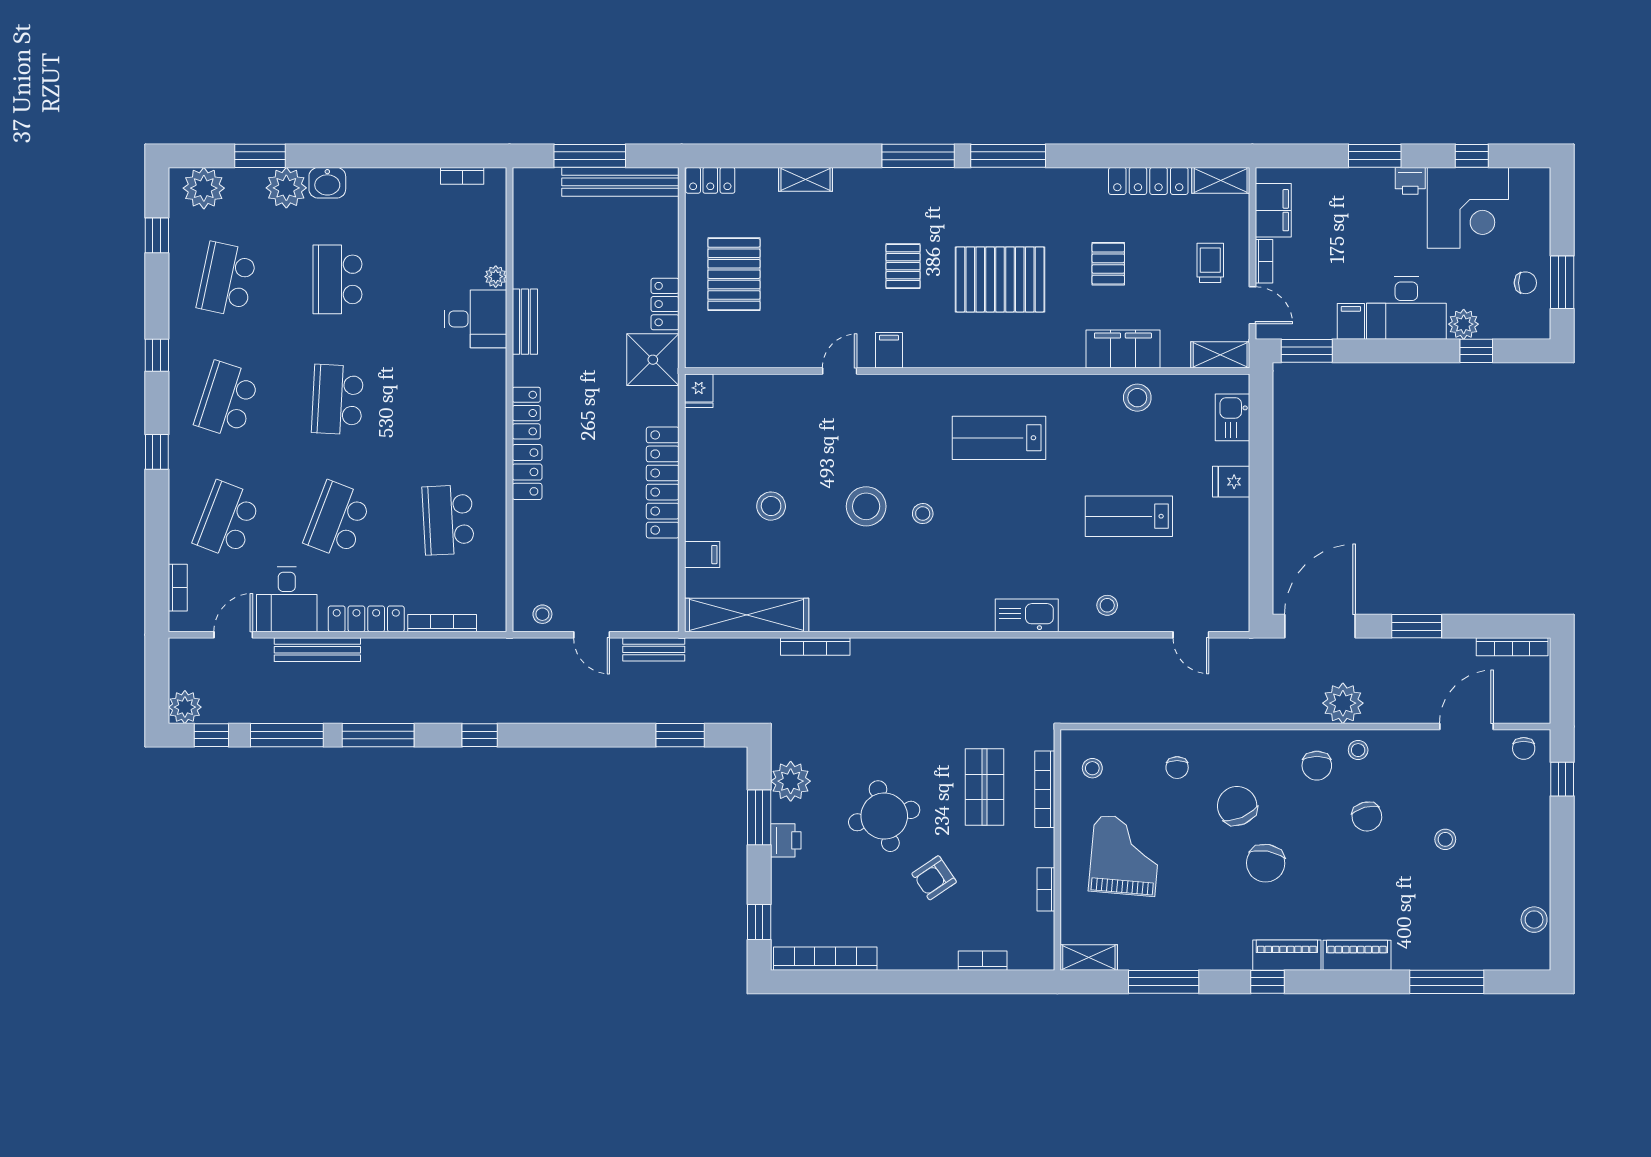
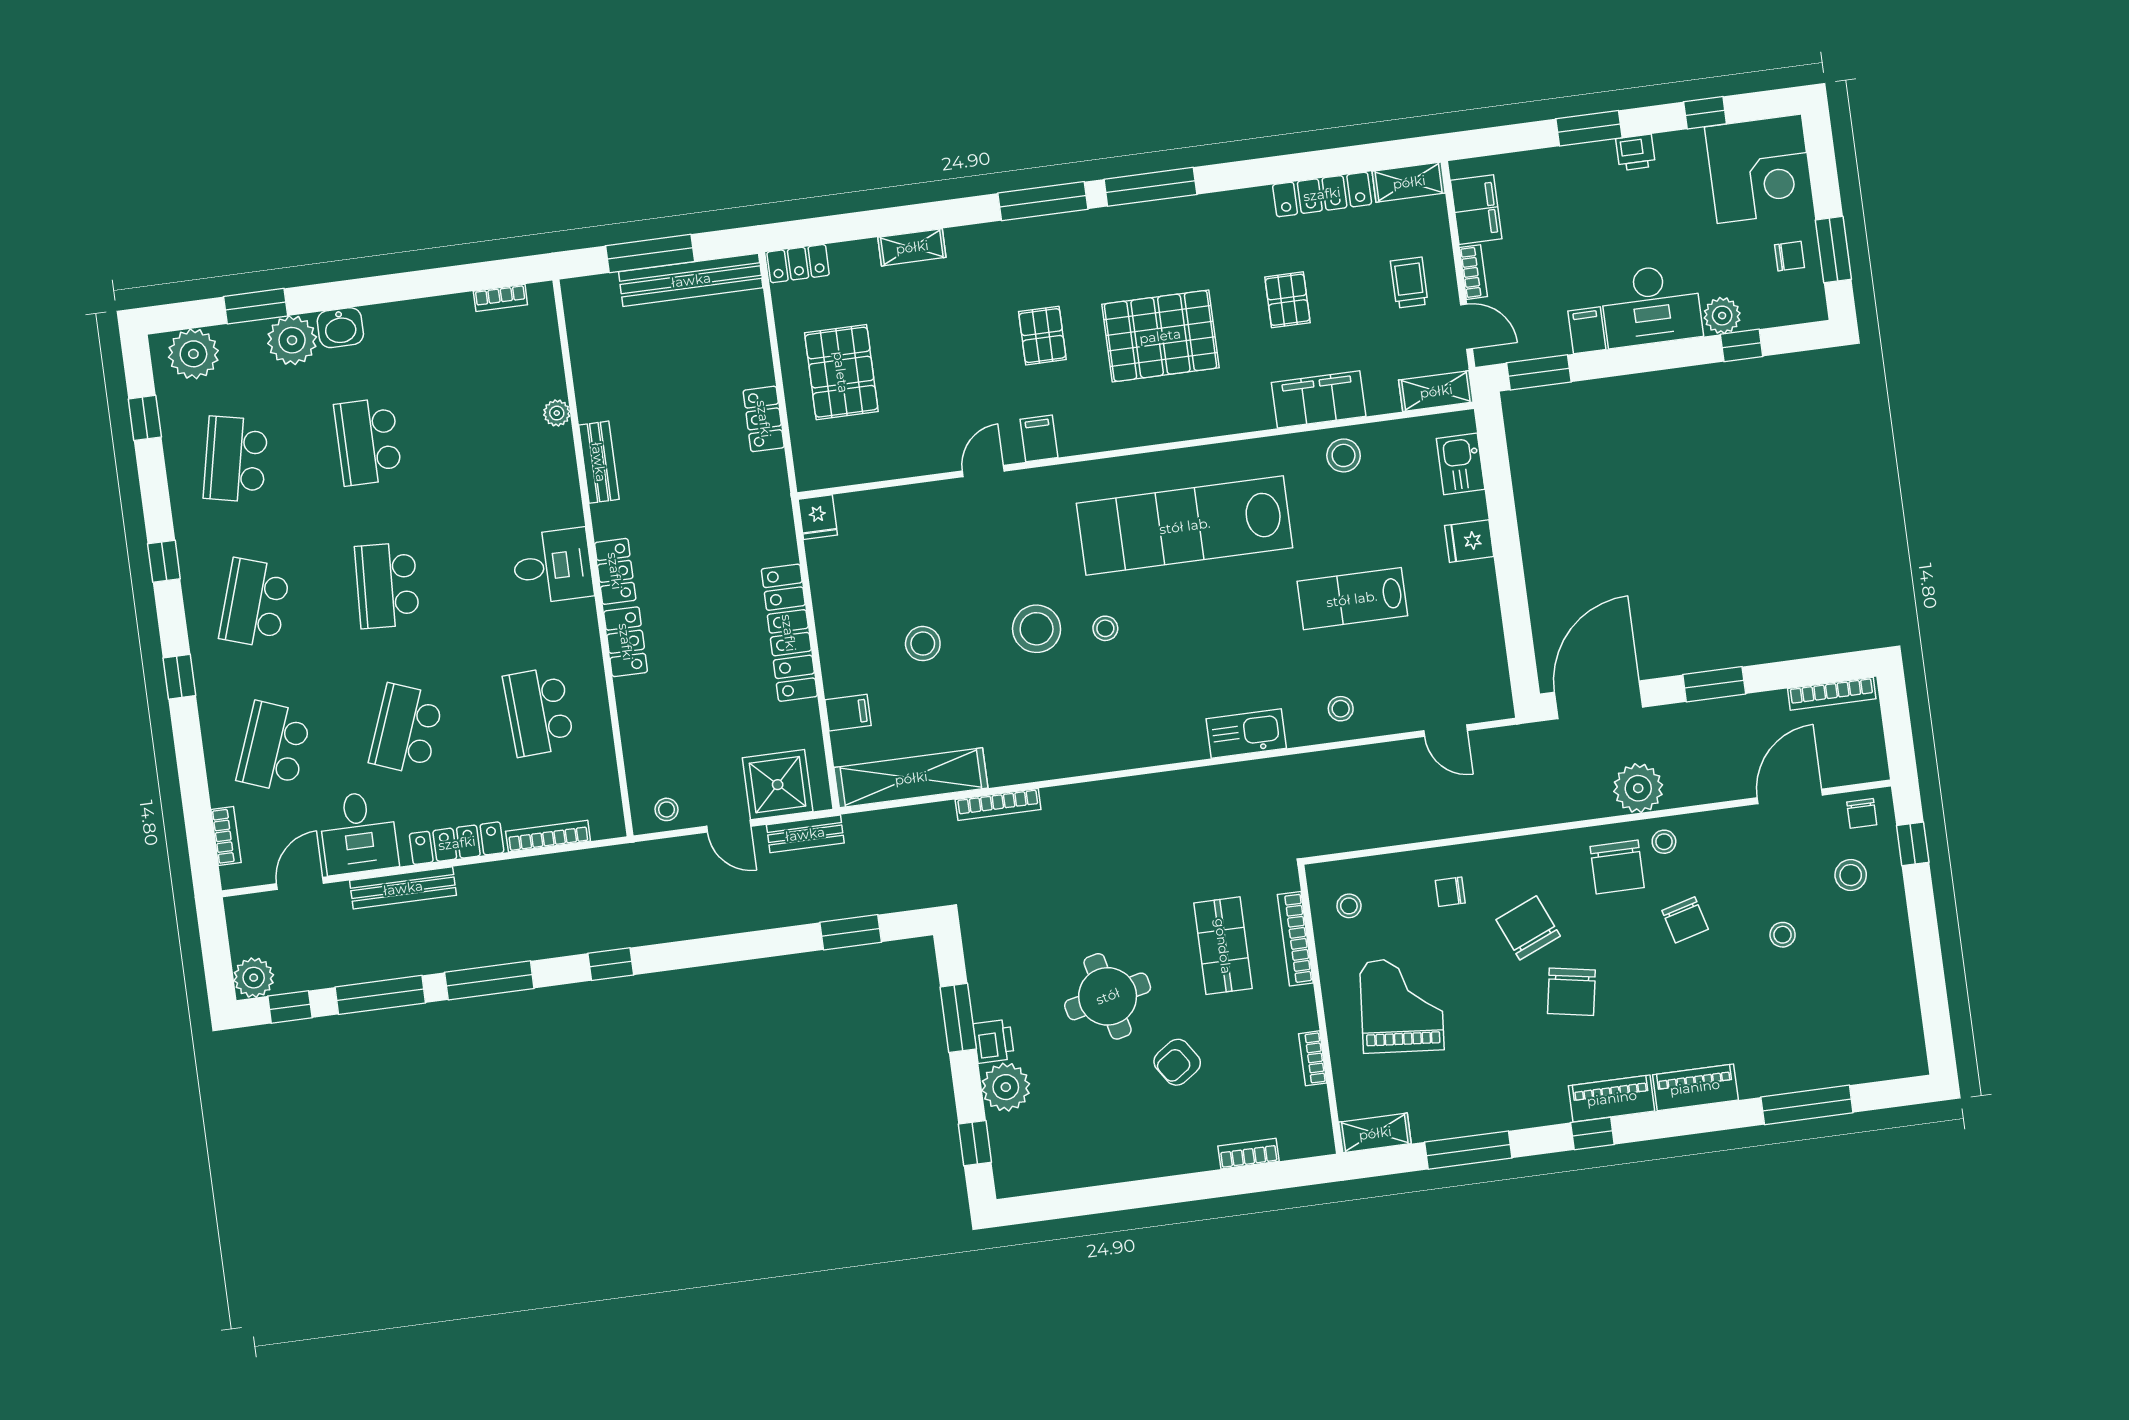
corner desk: (1468, 208) -> (1759, 169), moved
desk: (475, 319) -> (552, 566), moved
shower: (653, 360) -> (778, 785), moved
lab bench: (999, 438) -> (1185, 526), width x1.86, depth x1.39
chair: (1317, 766) -> (1617, 867), width x1.37, depth x1.37
chair: (1177, 768) -> (1450, 892), turned 90
plant: (791, 781) -> (1006, 1087), moved
stool: (1534, 920) -> (1851, 875), moved
bookcase: (825, 959) -> (1060, 1176), removed

